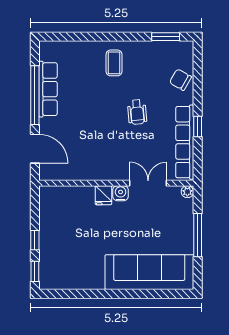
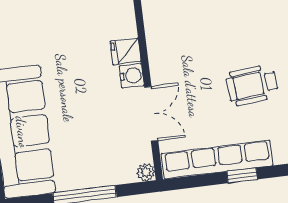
wheelchair: (137, 112) -> (252, 85), width x1.36, depth x1.37

